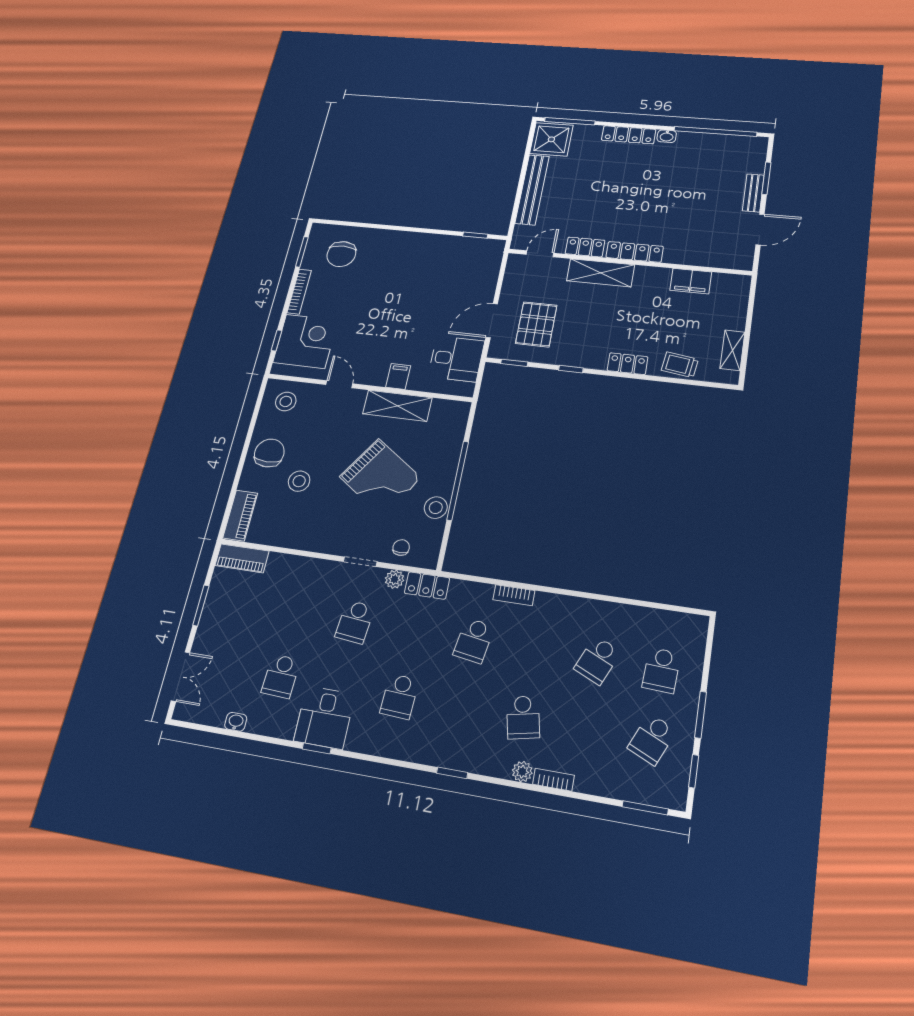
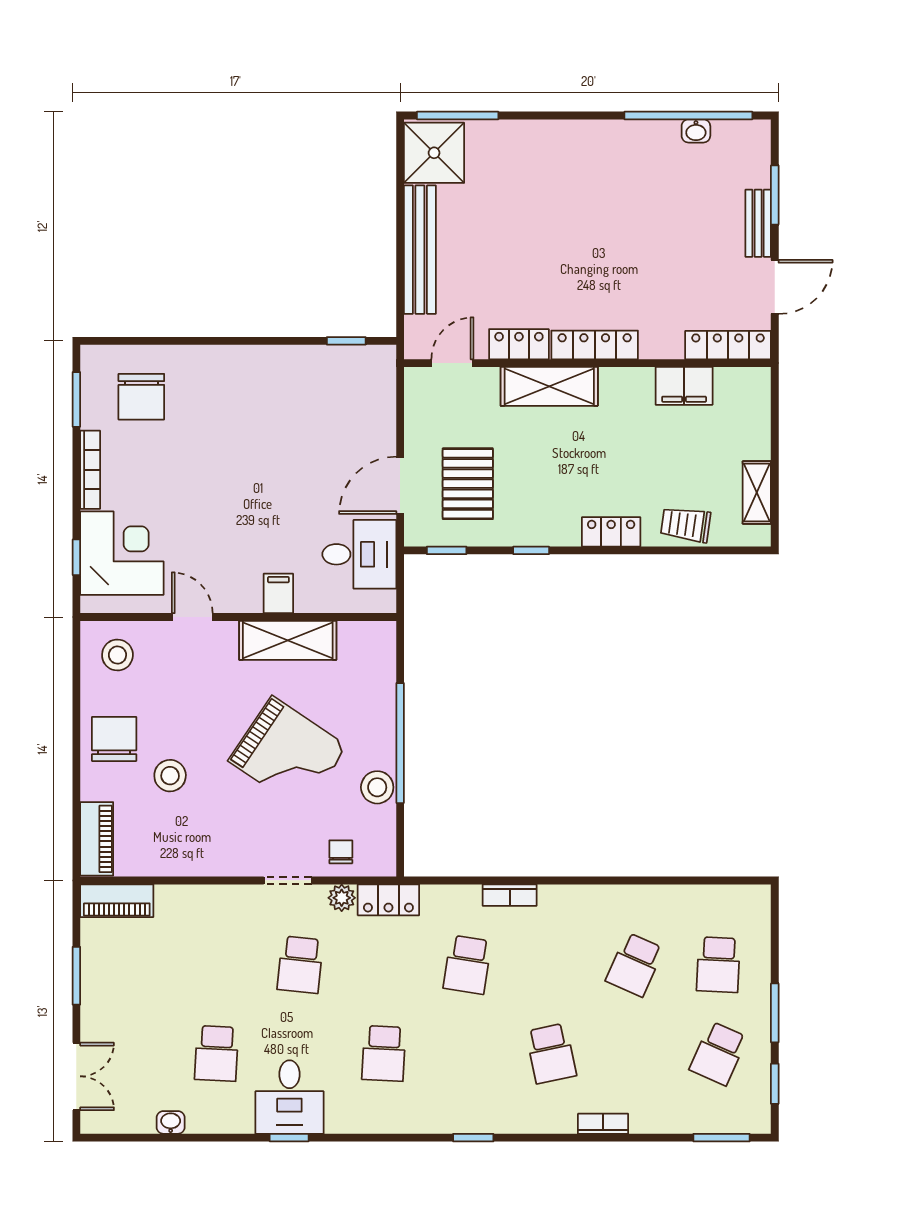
locker: (629, 135) -> (728, 345), moved, turned 180
washbasin: (667, 136) -> (696, 131), moved
plant: (522, 772) -> (562, 1121), removed

